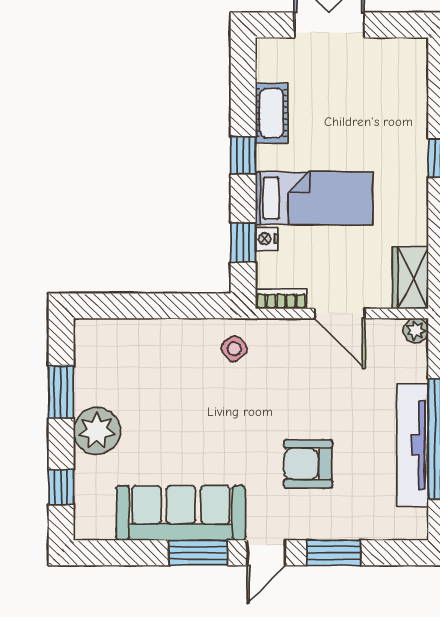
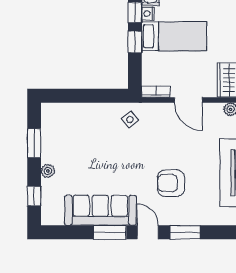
nightstand: (267, 239) -> (148, 14), moved
window: (243, 242) -> (135, 42), moved
plant: (97, 431) -> (48, 171), width x0.53, depth x0.53
door: (266, 553) -> (148, 232), swing flipped

